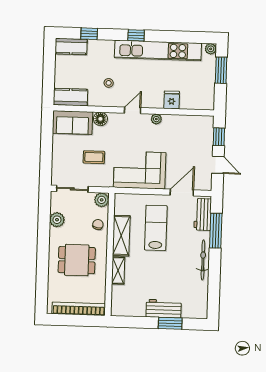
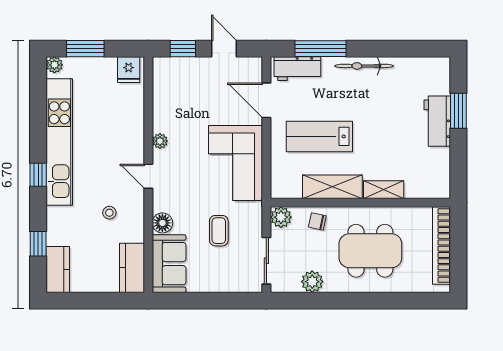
fridge: (172, 100) -> (129, 70), moved, turned -90
door: (218, 165) -> (224, 49), hinge flipped
dining table: (77, 260) -> (370, 251), width x1.38

